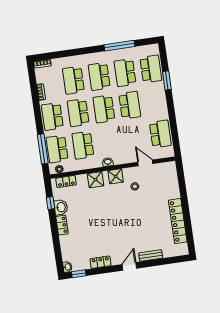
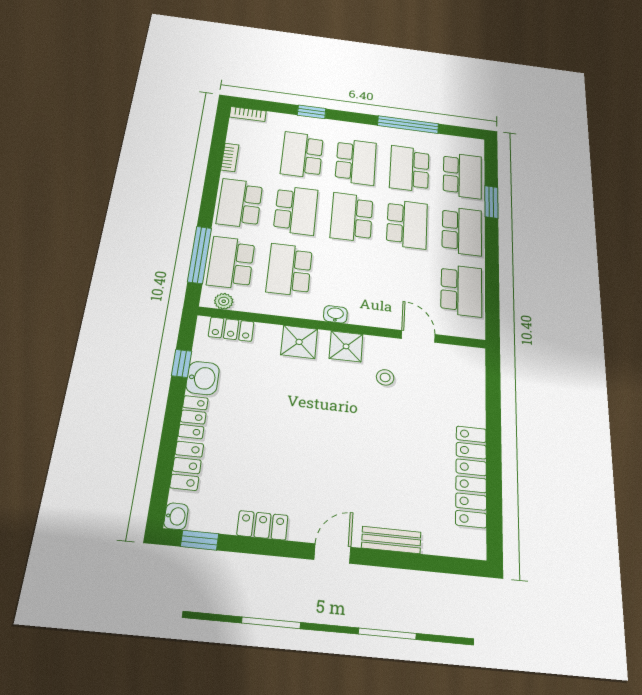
window: (72, 53) -> (312, 112), added
school desk: (99, 76) -> (356, 162), turned 180
school desk: (156, 101) -> (462, 231), added
school desk: (78, 113) -> (296, 210), turned 180
locker: (66, 246) -> (187, 466), added

